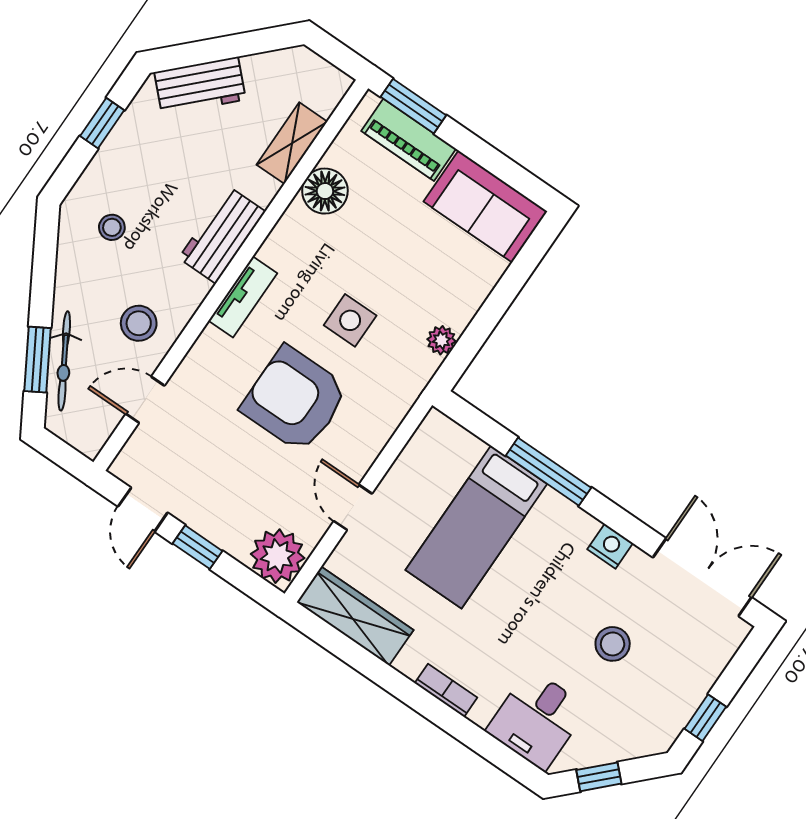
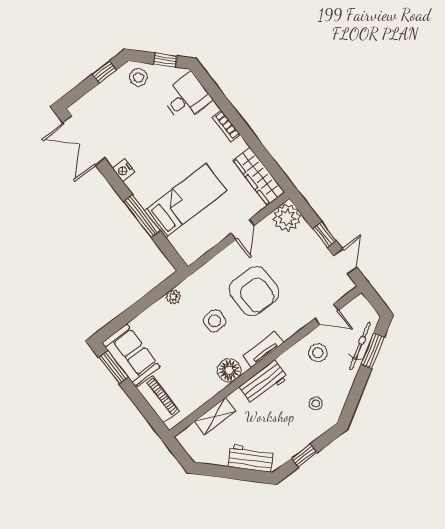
window: (413, 106) -> (113, 367), moved
floor lamp: (325, 191) -> (229, 370), moved
stool: (613, 644) -> (139, 77), moved

